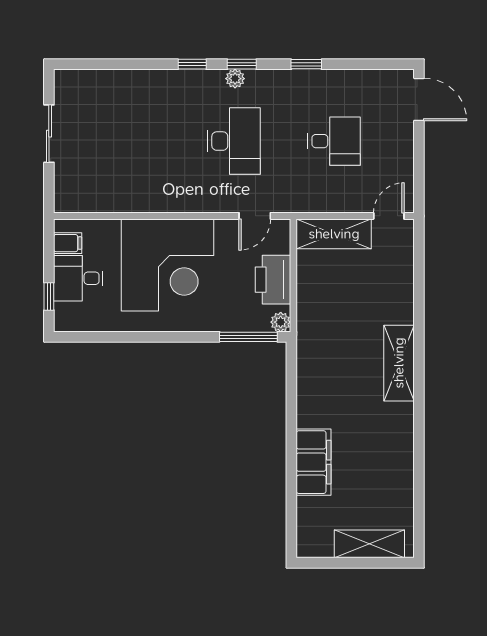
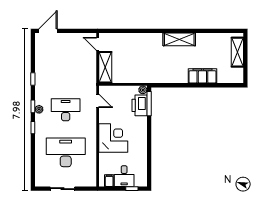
desk: (334, 141) -> (66, 152), moved, width x1.87, depth x1.30
corner desk: (168, 265) -> (113, 138), width x0.74, depth x0.74
printer: (273, 280) -> (140, 105), moved, turned 90
shelving: (399, 363) -> (179, 39), moved

